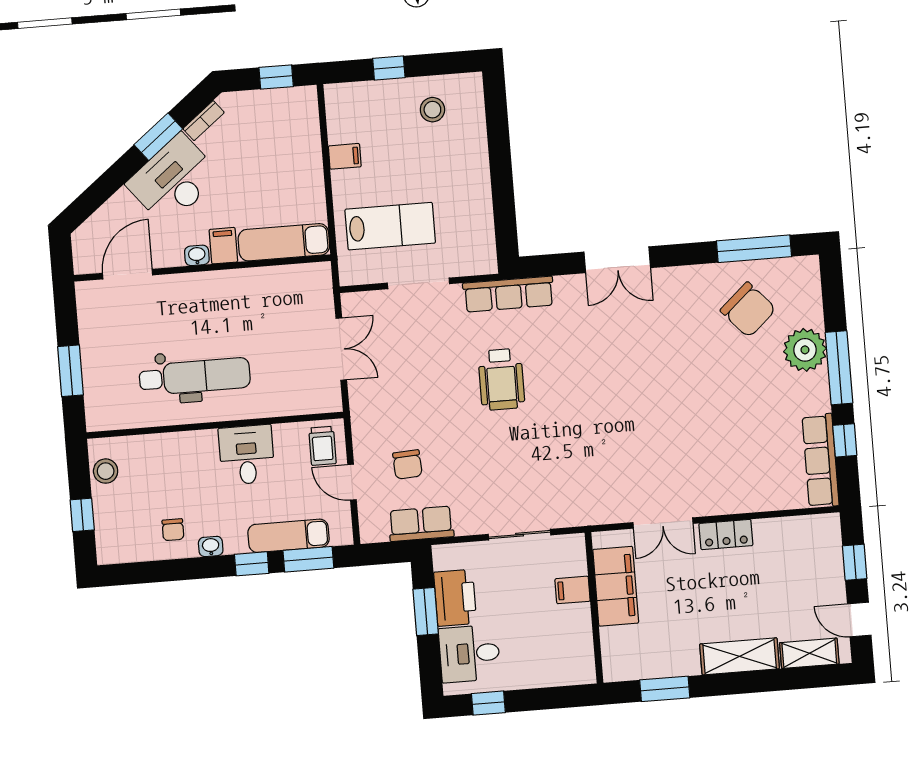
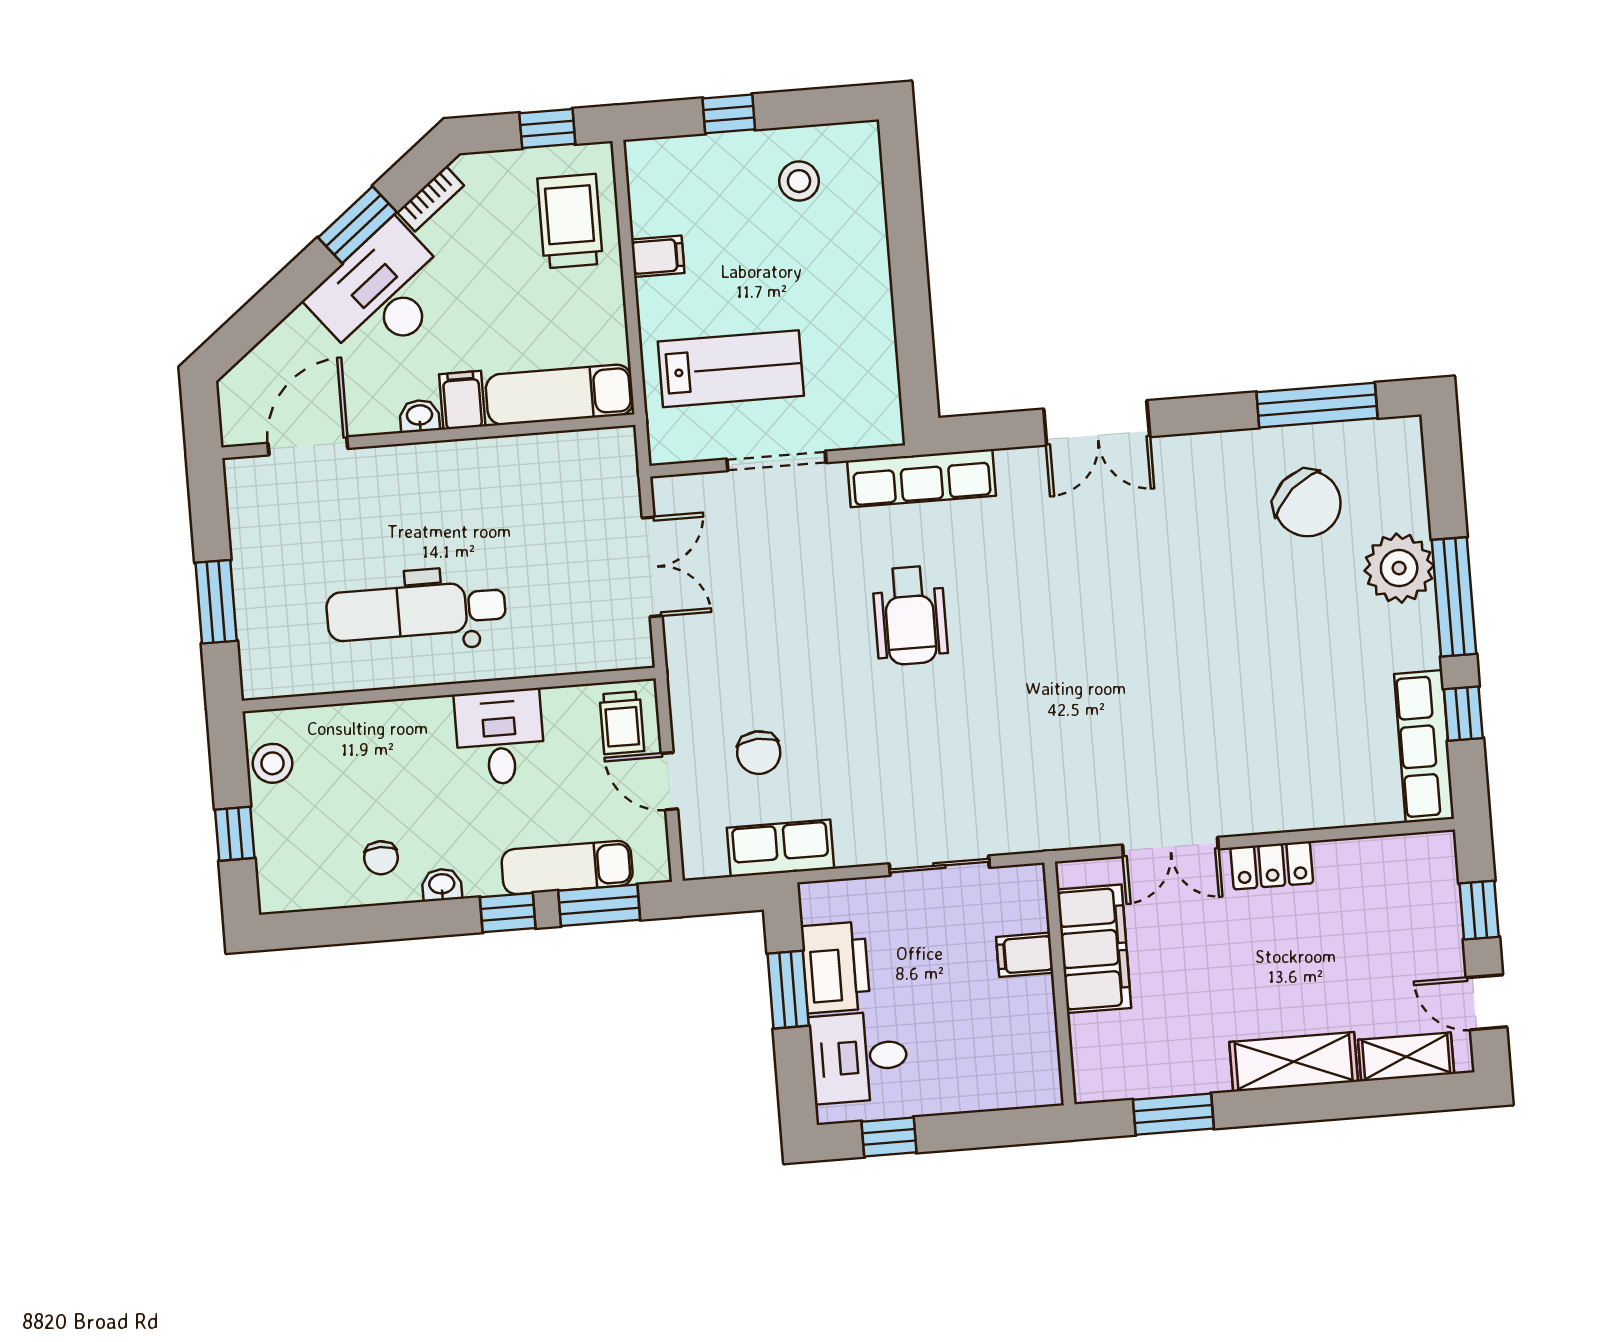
trolley: (290, 134) -> (570, 221), added
dental chair: (195, 376) -> (416, 611), turned 180

